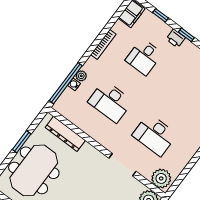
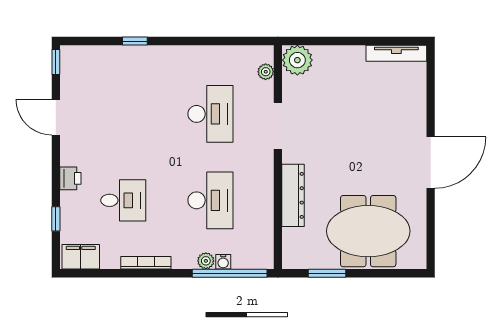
window: (186, 35) -> (56, 168), removed
dresser: (65, 134) -> (293, 195), moved
window: (22, 142) -> (327, 273), moved
plant: (161, 178) -> (266, 72), width x0.53, depth x0.53

